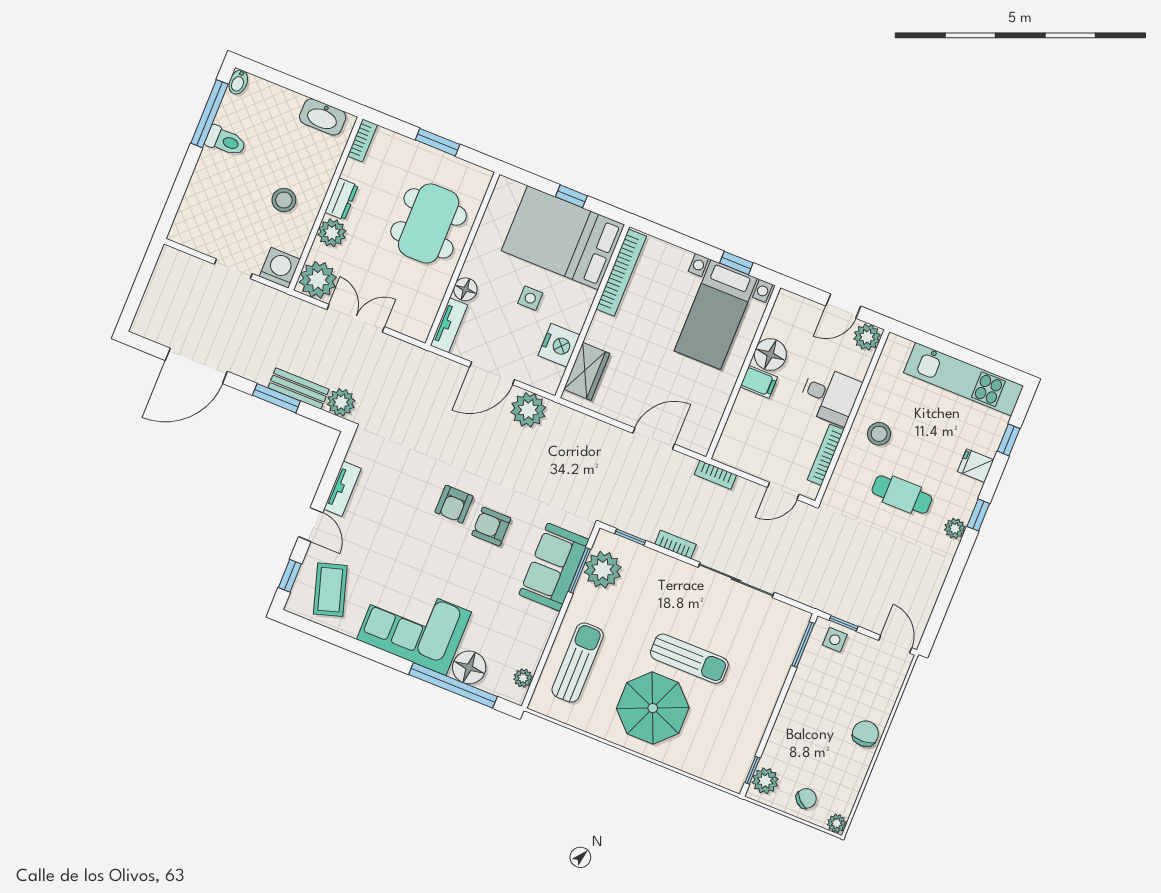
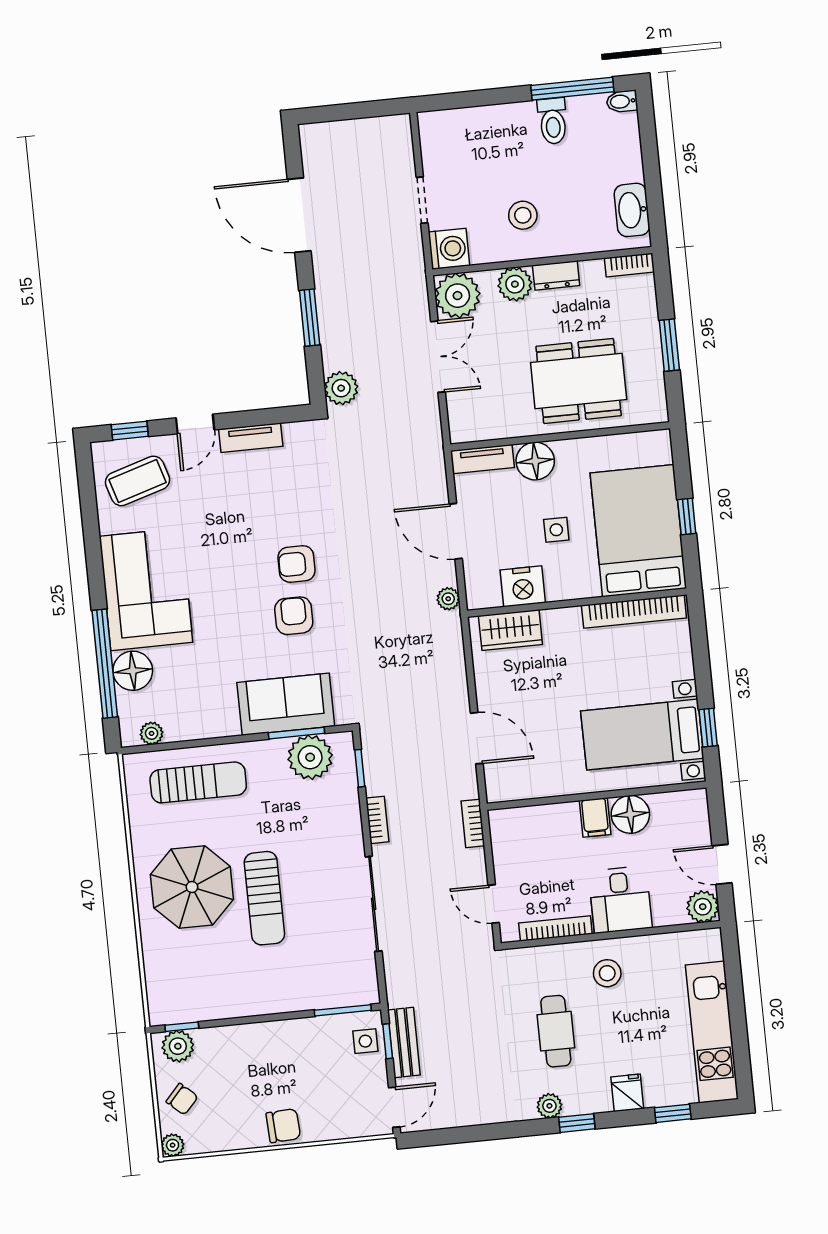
floor lamp: (465, 289) -> (535, 461), width x1.38, depth x1.38
bench: (298, 389) -> (404, 1043), moved
plant: (528, 410) -> (448, 599), width x0.53, depth x0.53

